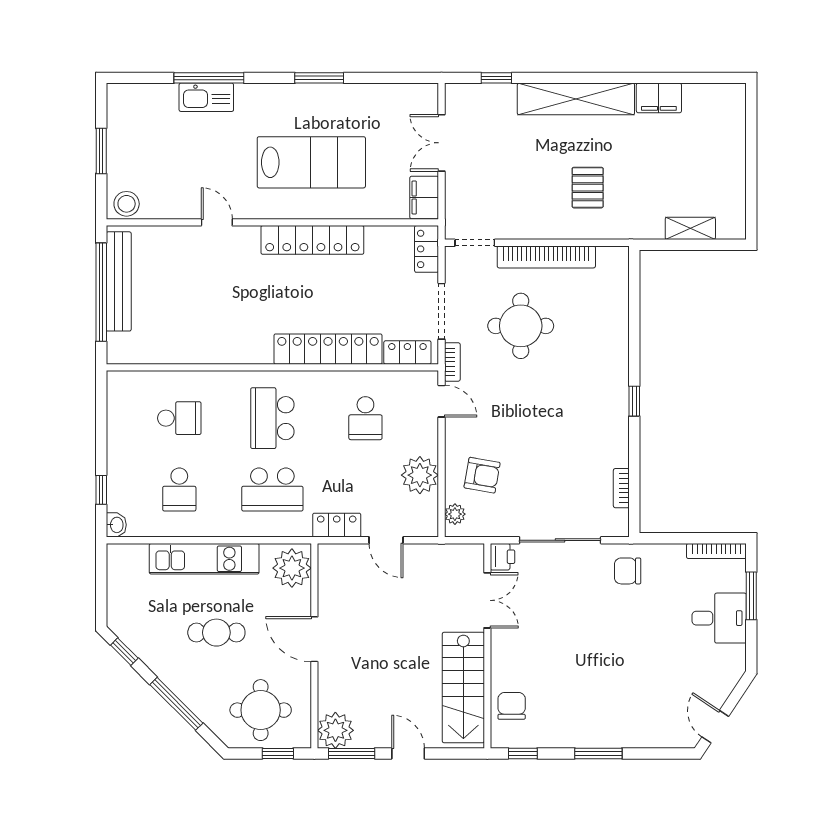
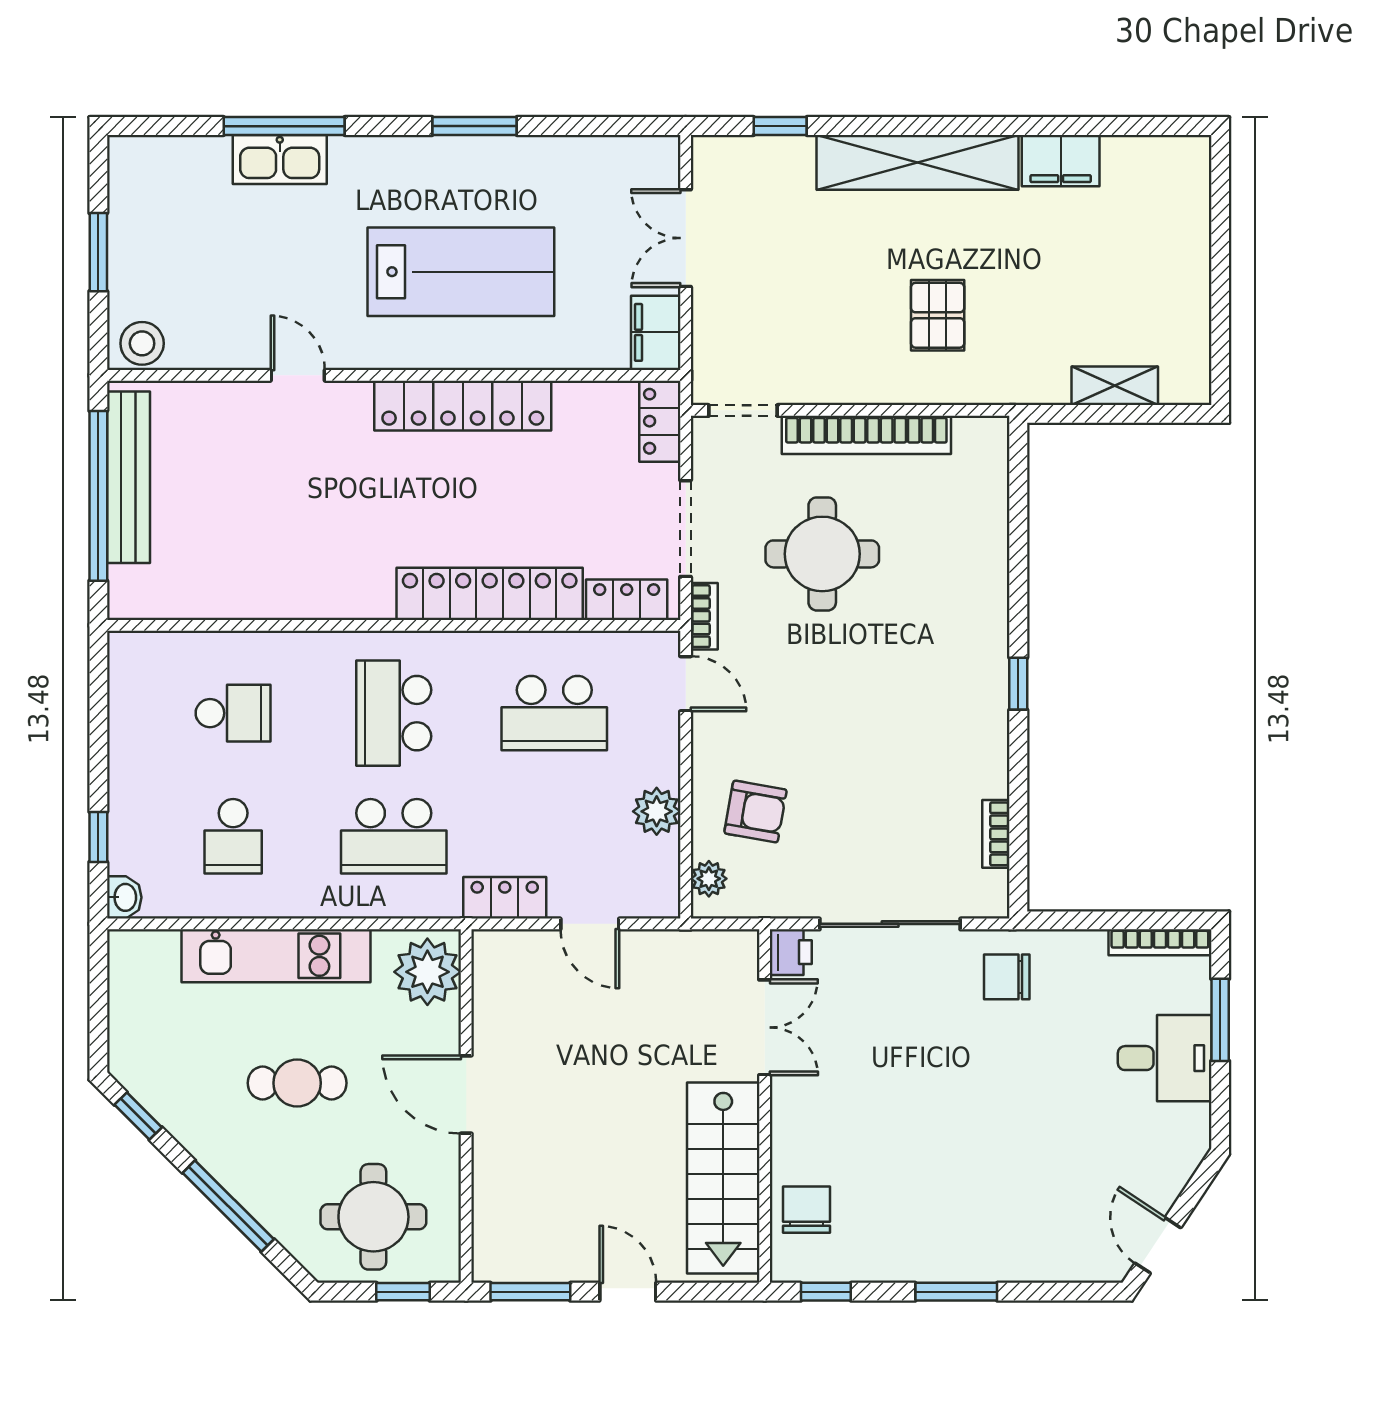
school desk: (365, 418) -> (554, 713), width x1.85
plant: (420, 475) -> (657, 811), width x0.73, depth x0.73
plant: (335, 730) -> (503, 1252), removed

